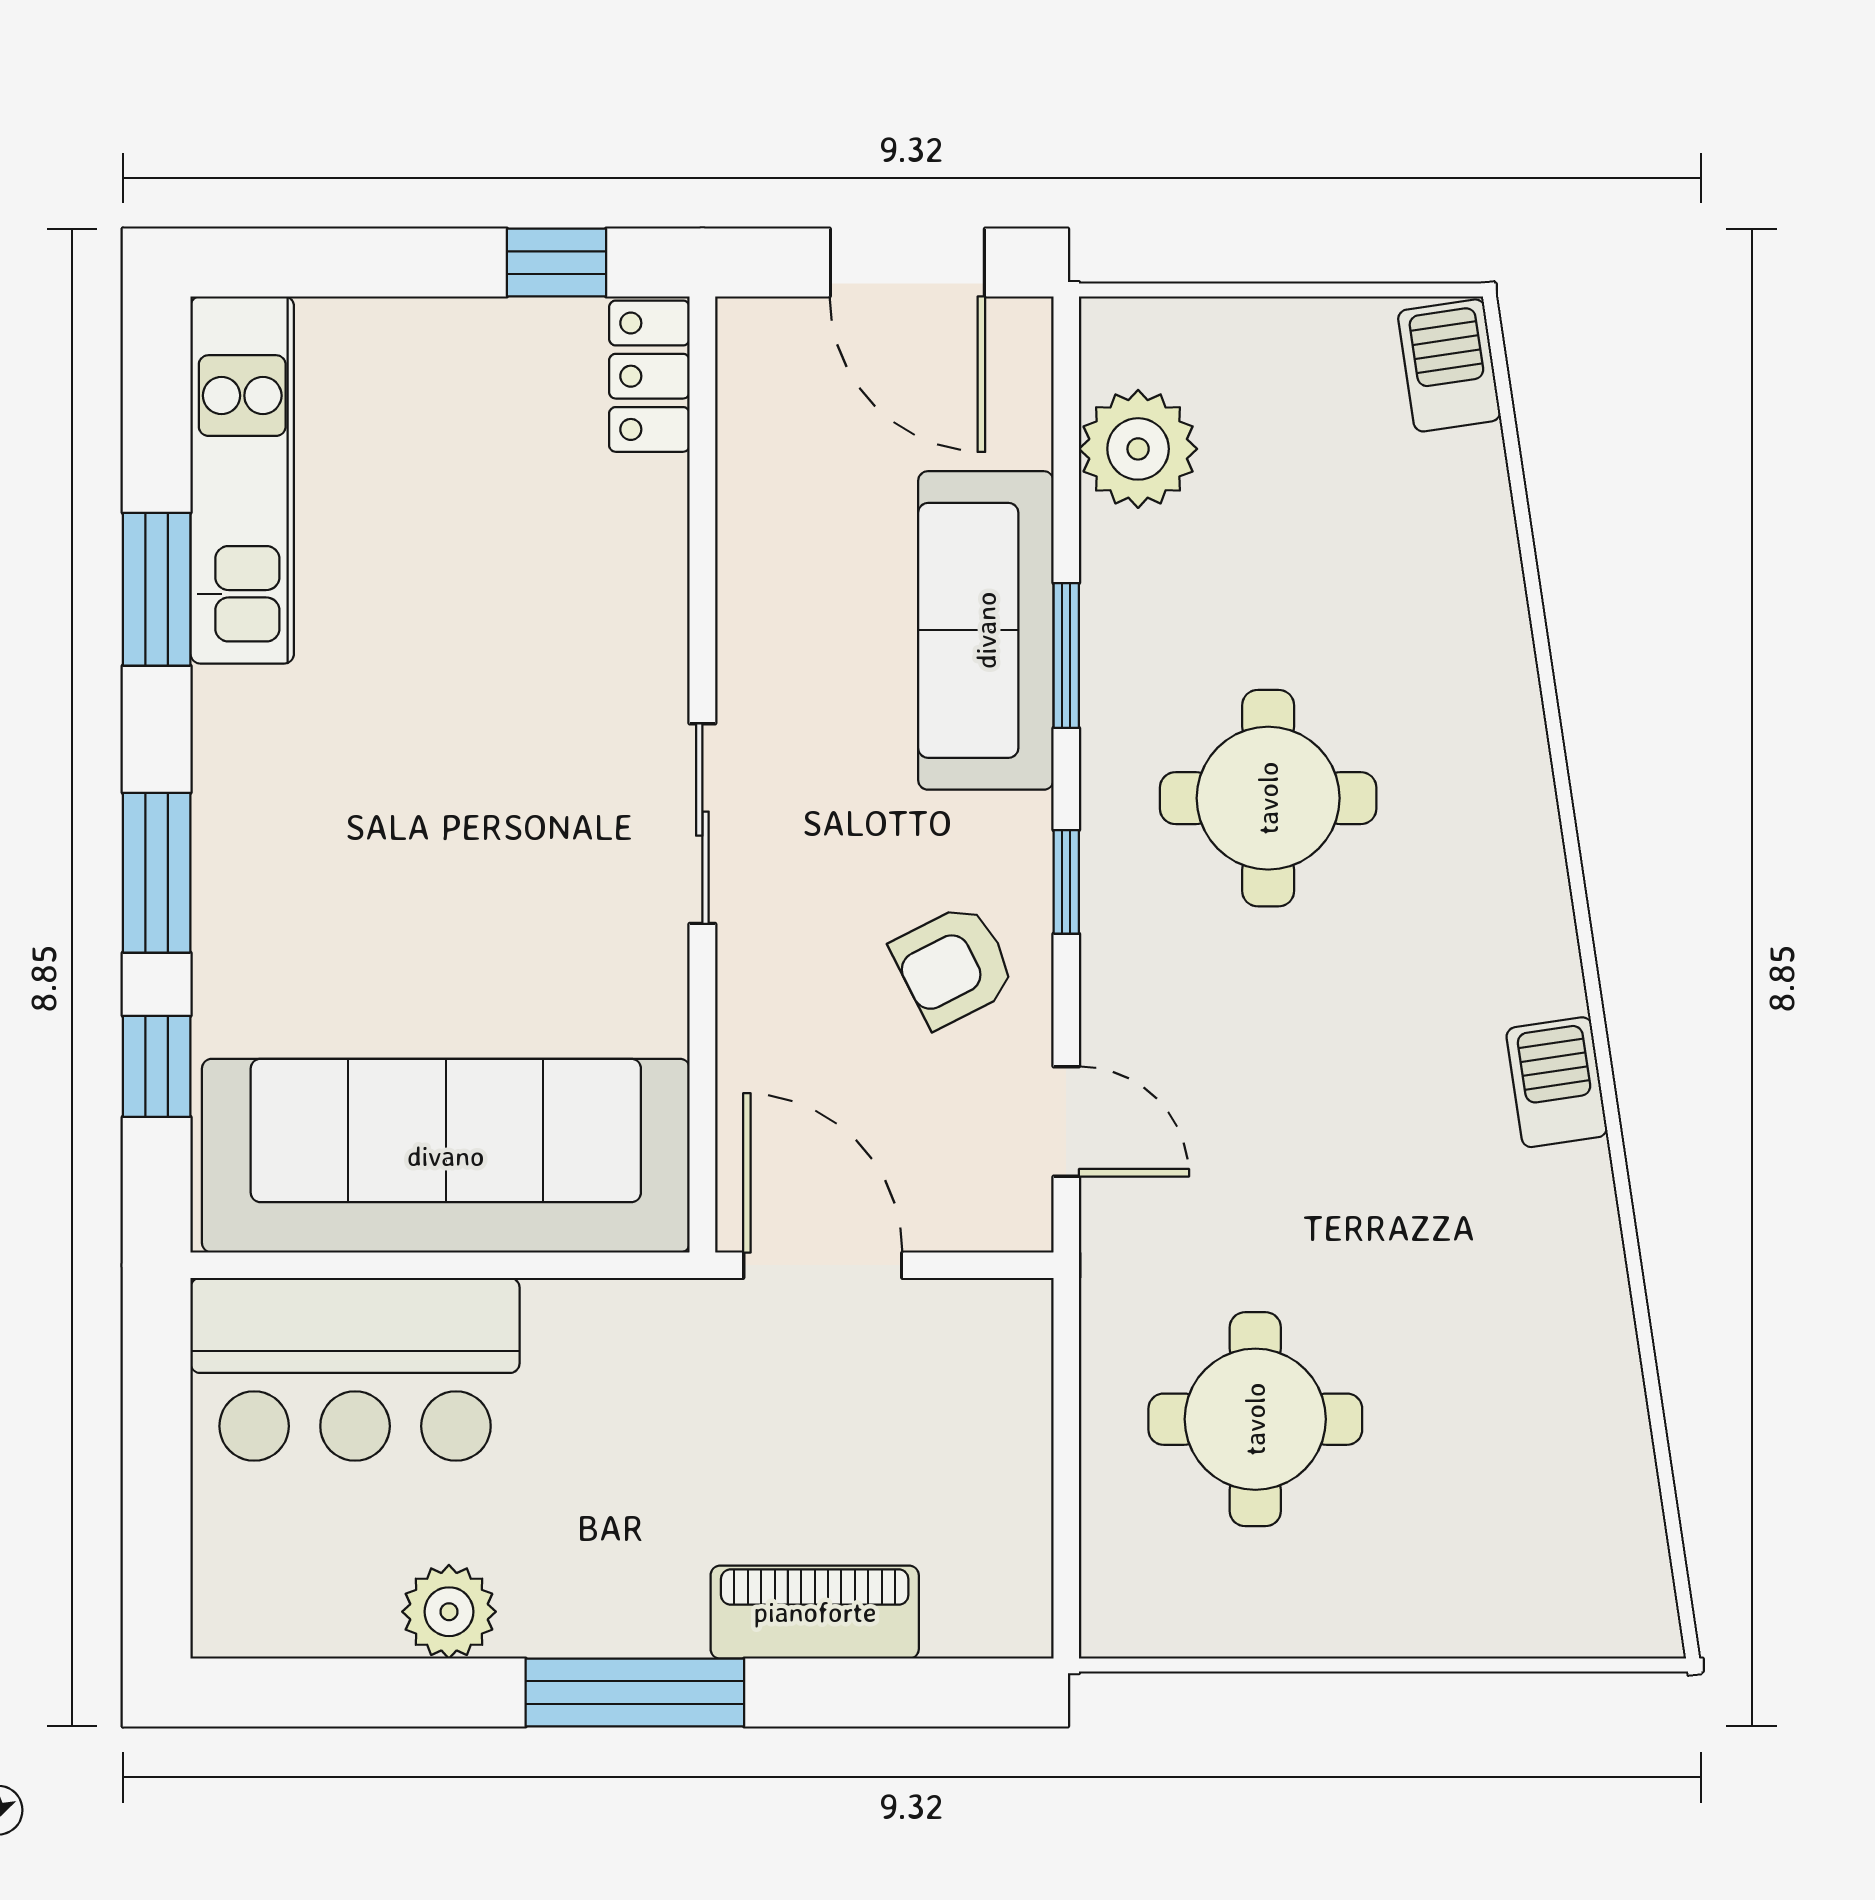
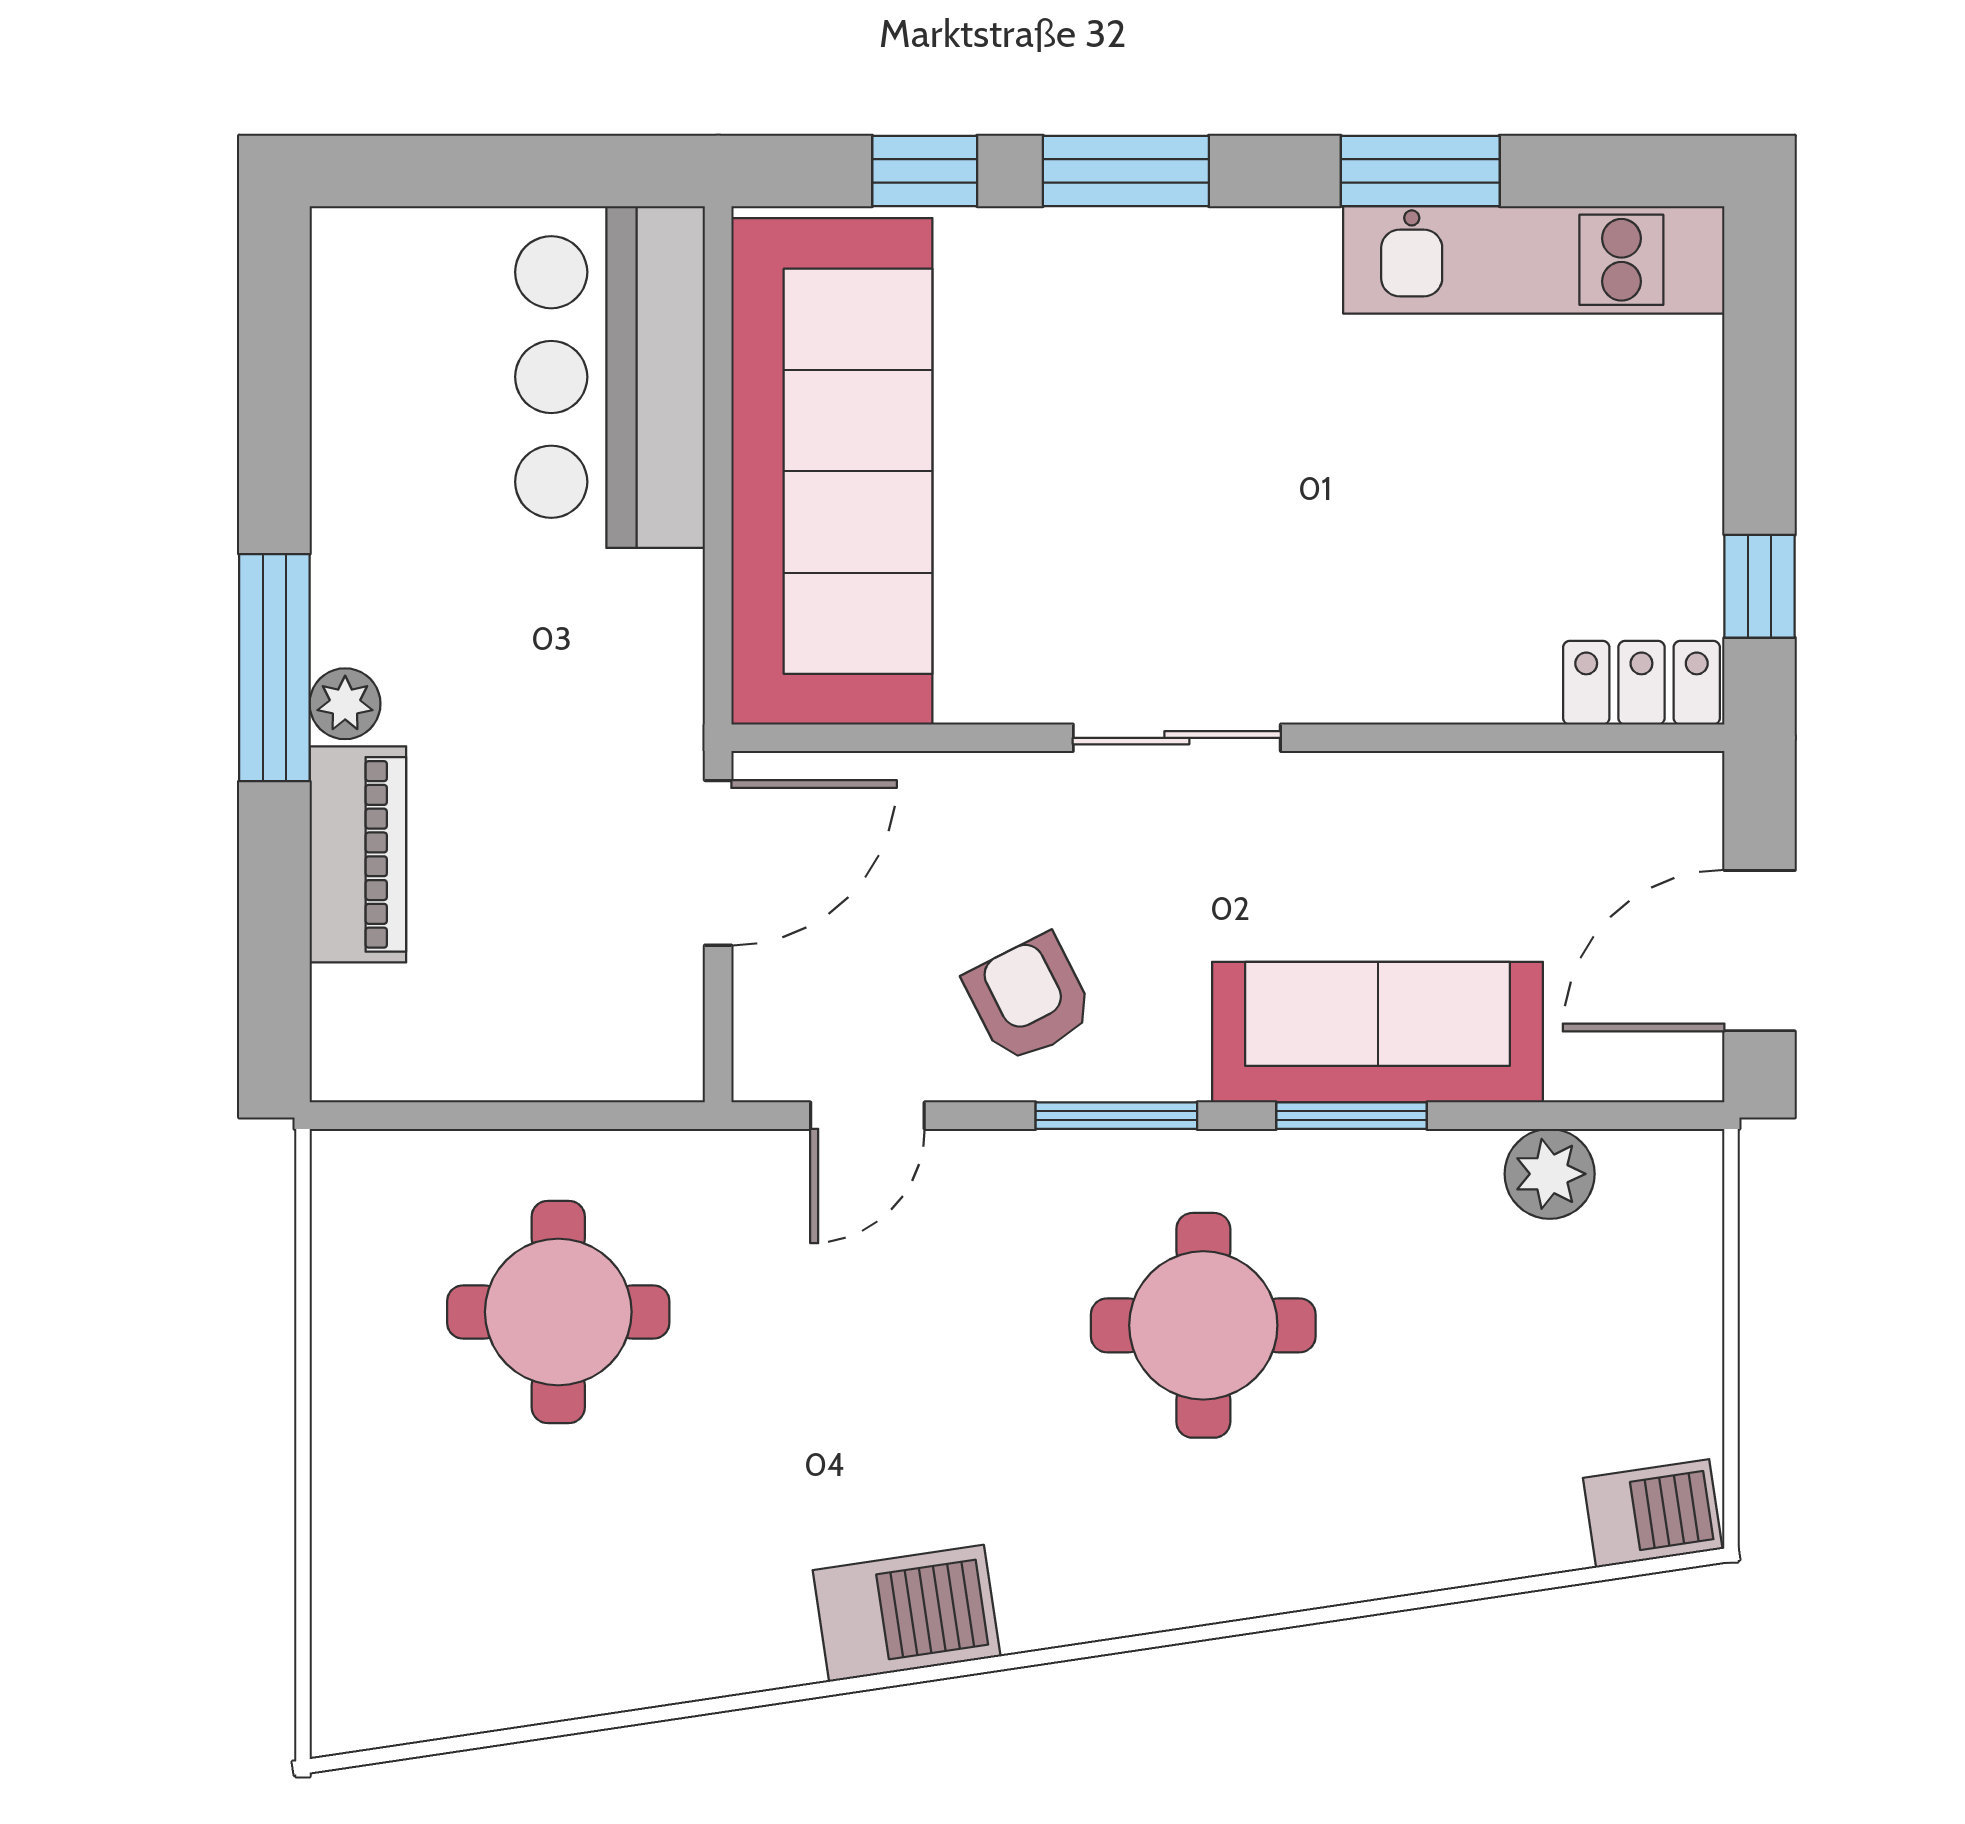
plant: (1138, 449) -> (1550, 1174), width x0.73, depth x0.73
window: (1066, 882) -> (1116, 1116), width x1.50
barbecue: (1557, 1082) -> (907, 1613), width x1.38, depth x1.27
plant: (449, 1612) -> (345, 704), moved, width x0.73, depth x0.73

